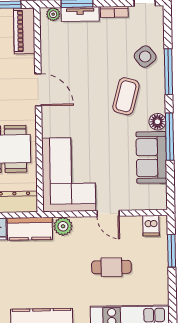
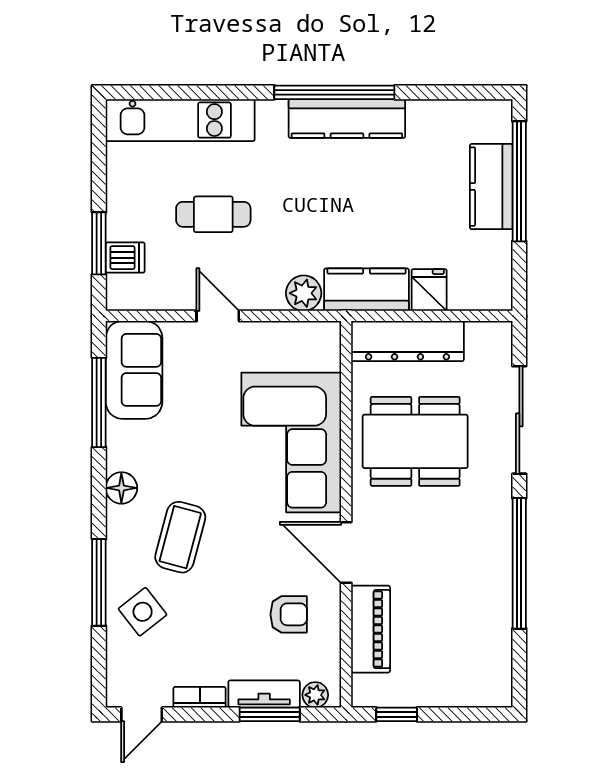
piano: (24, 31) -> (371, 629), moved
armchair: (68, 56) -> (289, 614), added
window: (170, 137) -> (99, 402), moved
sofa: (151, 157) -> (134, 370), moved
corner sofa: (69, 175) -> (291, 443), moved
dishwasher: (151, 226) -> (125, 258), moved, turned 90

